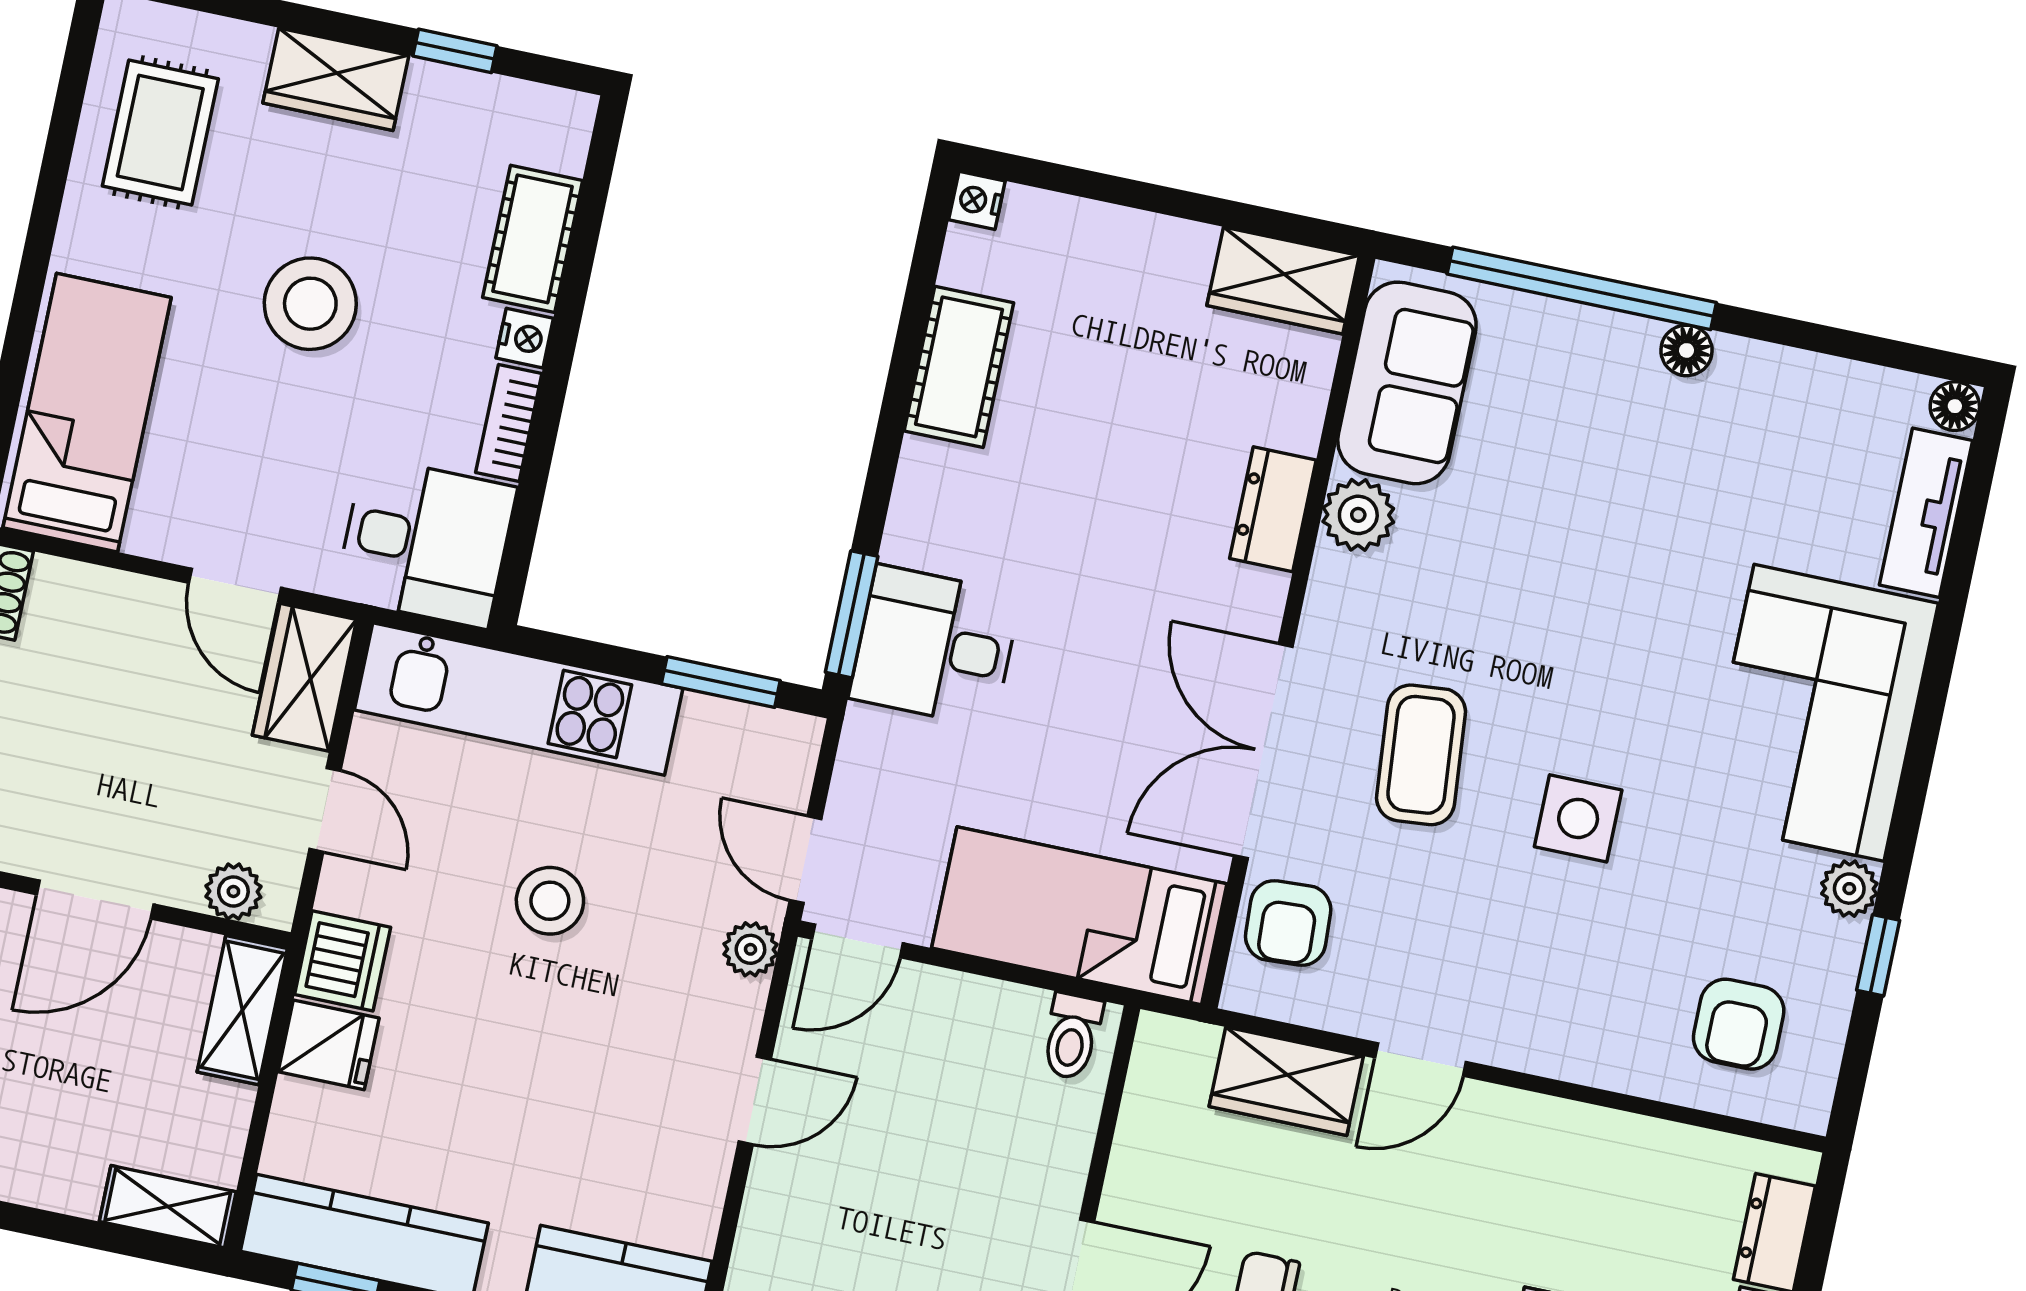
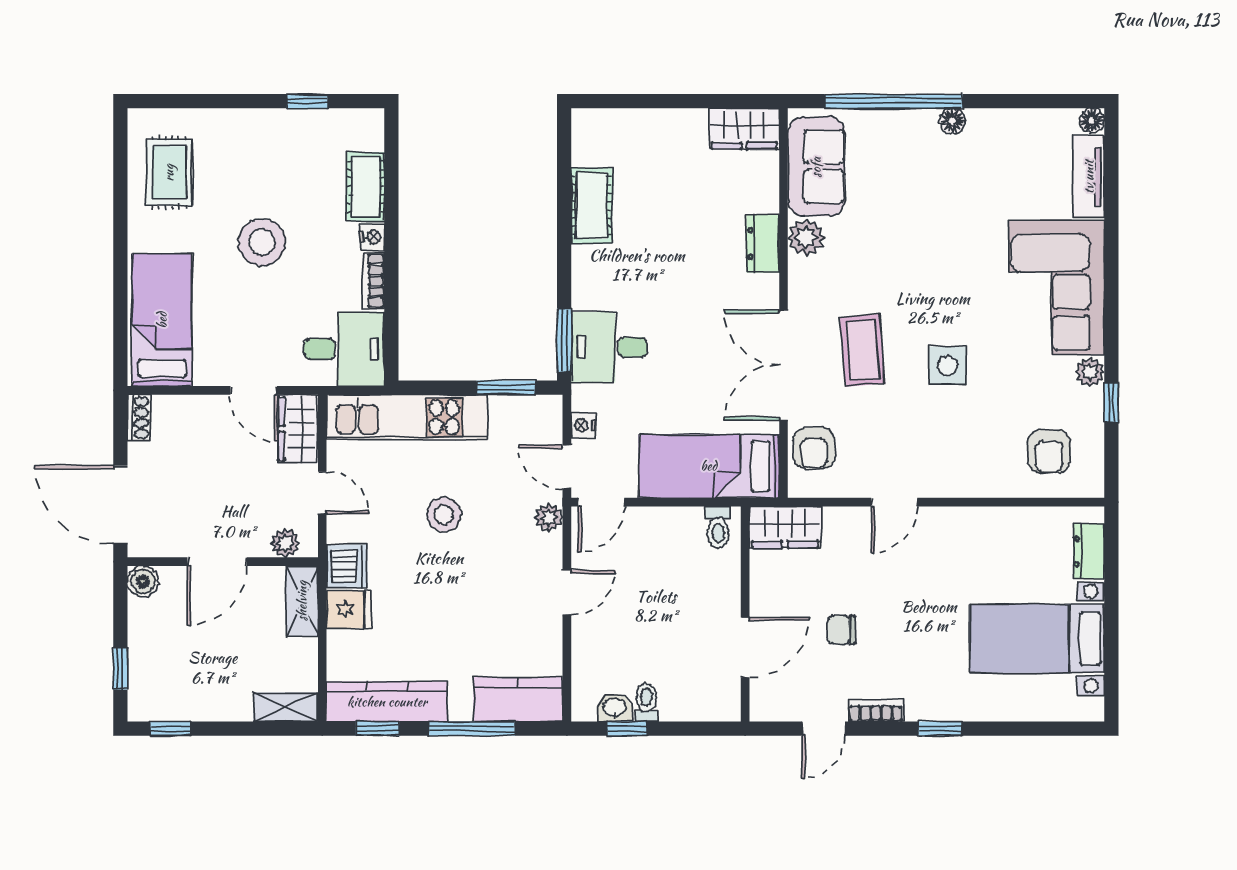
wardrobe: (336, 79) -> (251, 128), removed
nightstand: (977, 200) -> (583, 425), moved
wardrobe: (1286, 1081) -> (785, 527), moved

